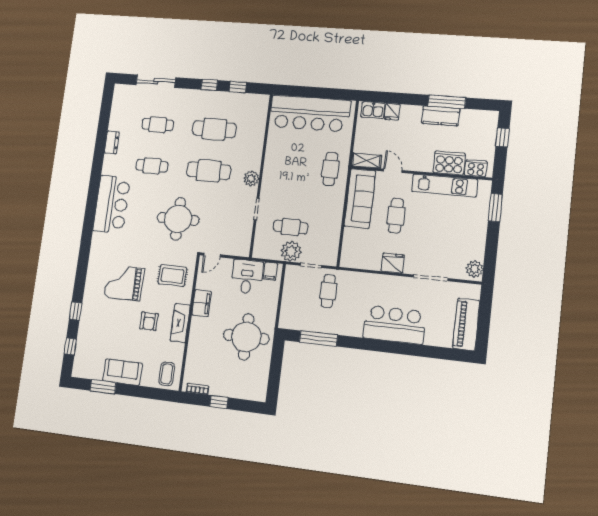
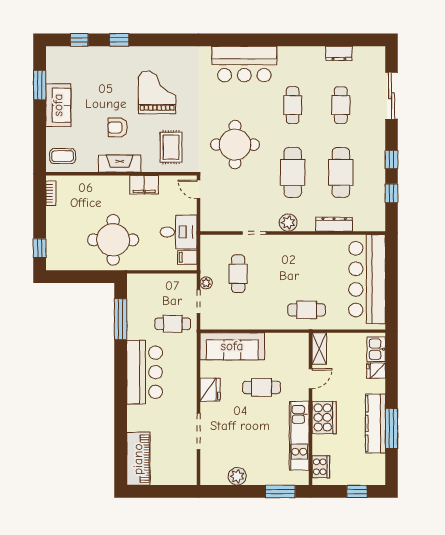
kitchen counter: (441, 116) -> (375, 424), width x1.50
dresser: (258, 139) -> (334, 224), added
dresser: (112, 142) -> (339, 53), moved
cooker: (449, 163) -> (324, 417), moved
sofa: (360, 198) -> (232, 346), moved
plant: (291, 251) -> (206, 283), width x0.53, depth x0.53
plant: (474, 269) -> (237, 476), moved
piano: (466, 324) -> (138, 459), moved, turned 90
bar counter: (395, 325) -> (145, 372), moved
window: (219, 402) -> (40, 248), moved

